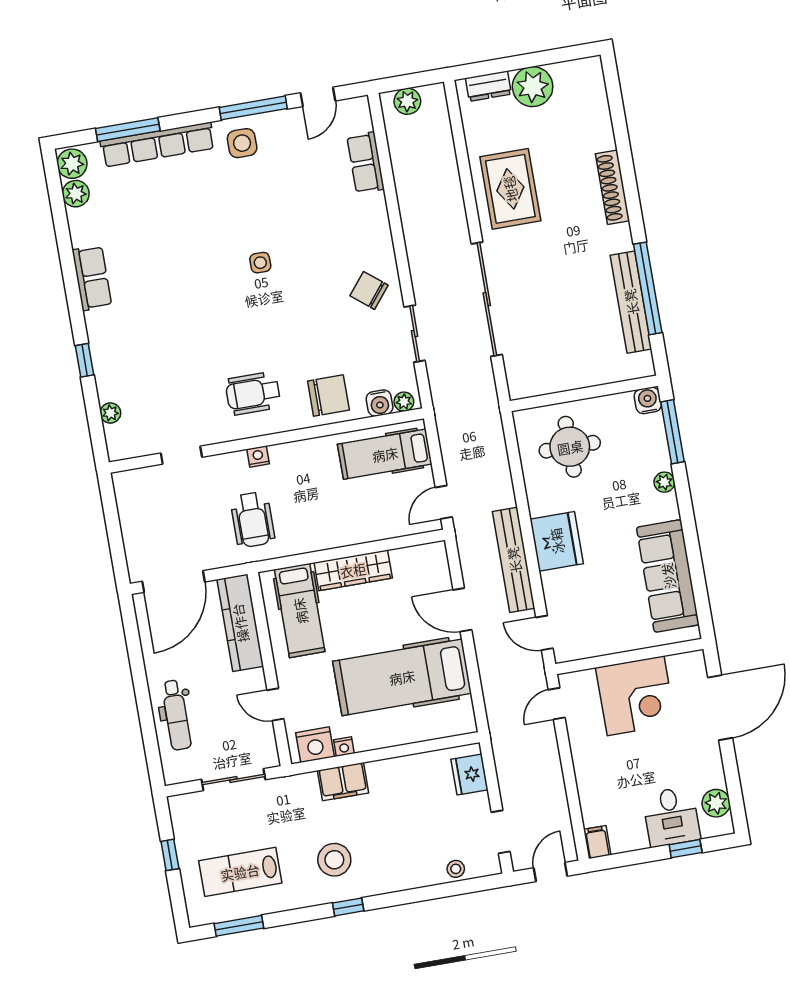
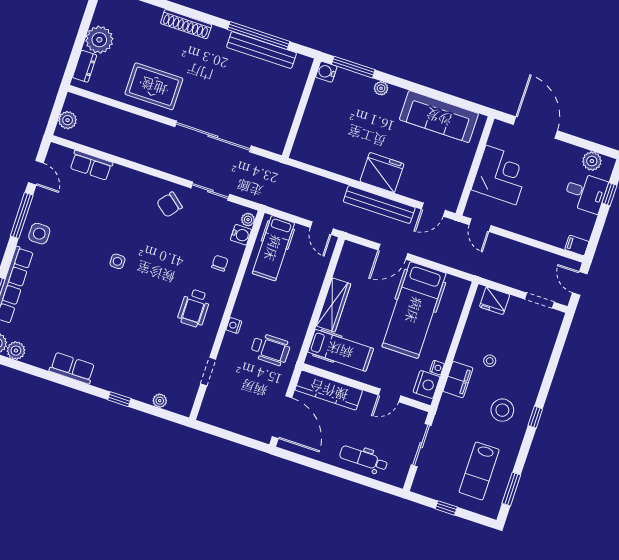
chair: (328, 395) -> (220, 263), width x0.54, depth x0.54
round table: (570, 447) -> (329, 134), removed
dental chair: (176, 715) -> (364, 459), turned 180
stool: (456, 869) -> (490, 361), moved

